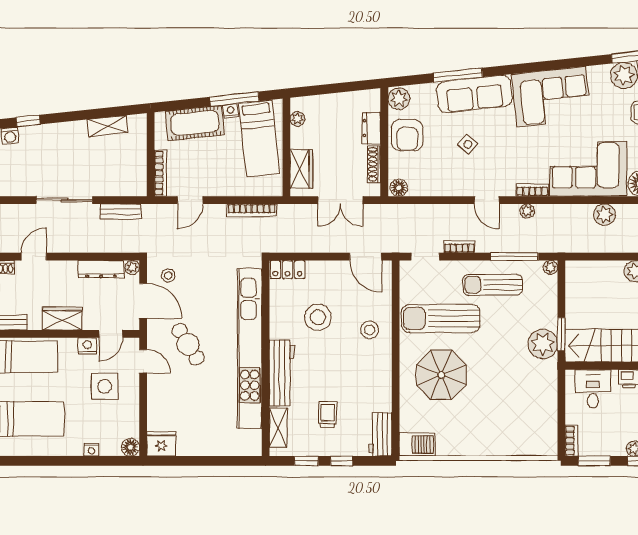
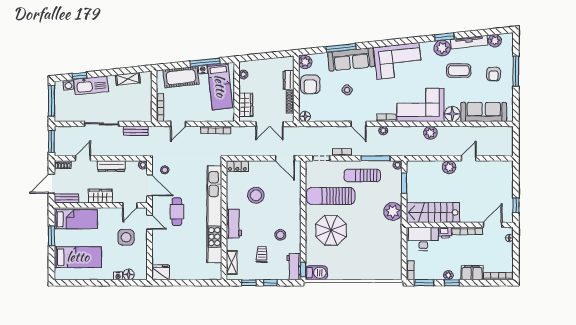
kitchen sink: (47, 137) -> (91, 85), added
dresser: (101, 269) -> (111, 166), moved
stool: (370, 330) -> (280, 235), moved
window: (561, 334) -> (404, 183), moved
cafe table: (188, 344) -> (177, 212), turned 32
nightstand: (87, 346) -> (115, 213), removed
workbench: (282, 373) -> (234, 224), width x0.73
desk: (593, 389) -> (423, 239), width x1.37
window: (396, 439) -> (303, 270), added
floor lamp: (130, 447) -> (129, 274), moved

